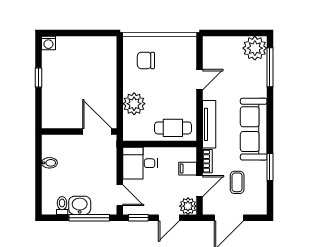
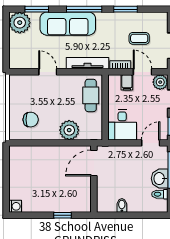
chair: (146, 60) -> (31, 120), turned -90
window: (270, 67) -> (37, 9), width x0.69
window: (38, 78) -> (63, 215), moved
window: (270, 121) -> (84, 9), added
sofa: (254, 129) -> (68, 24), moved

